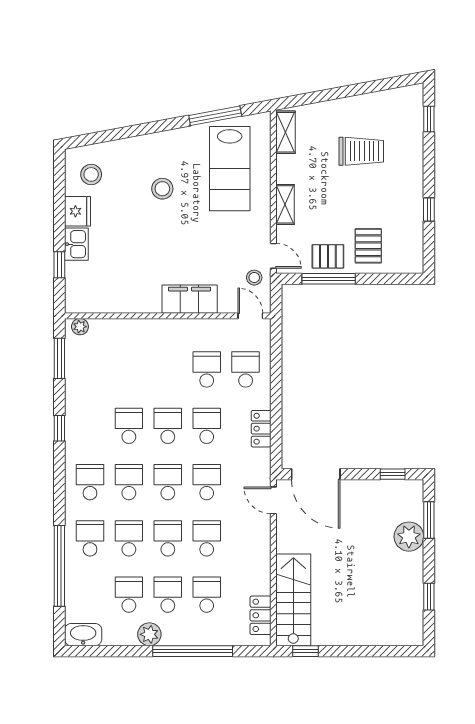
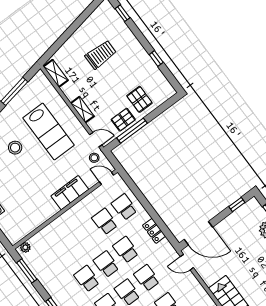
lab bench: (230, 169) -> (49, 131), moved

